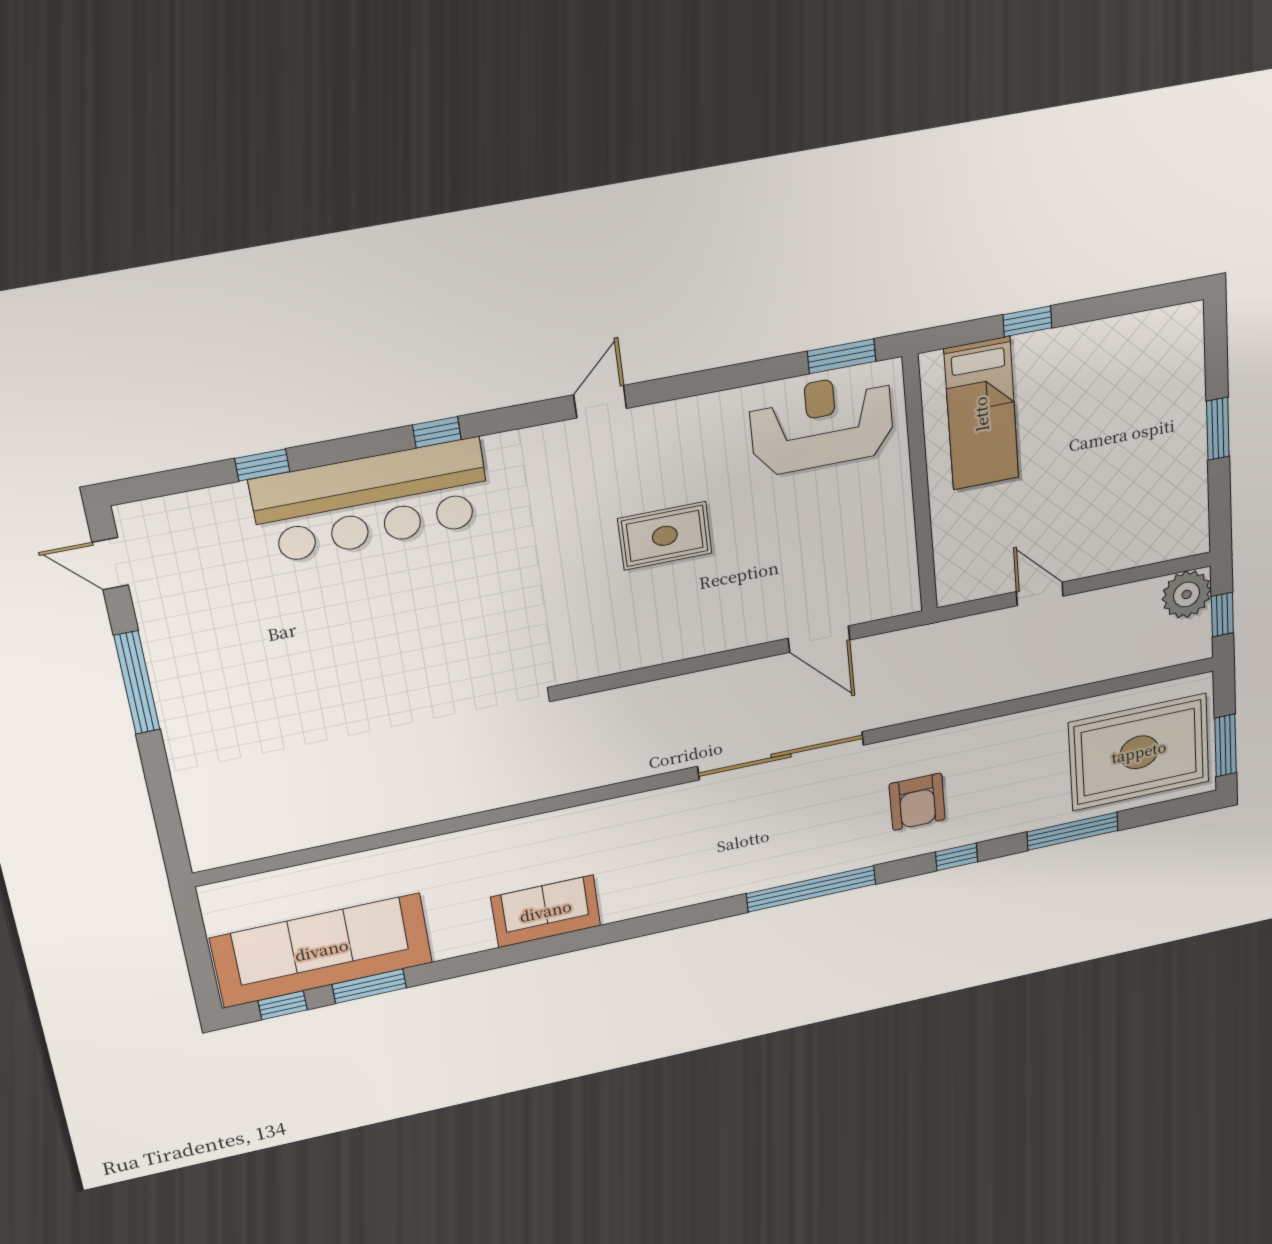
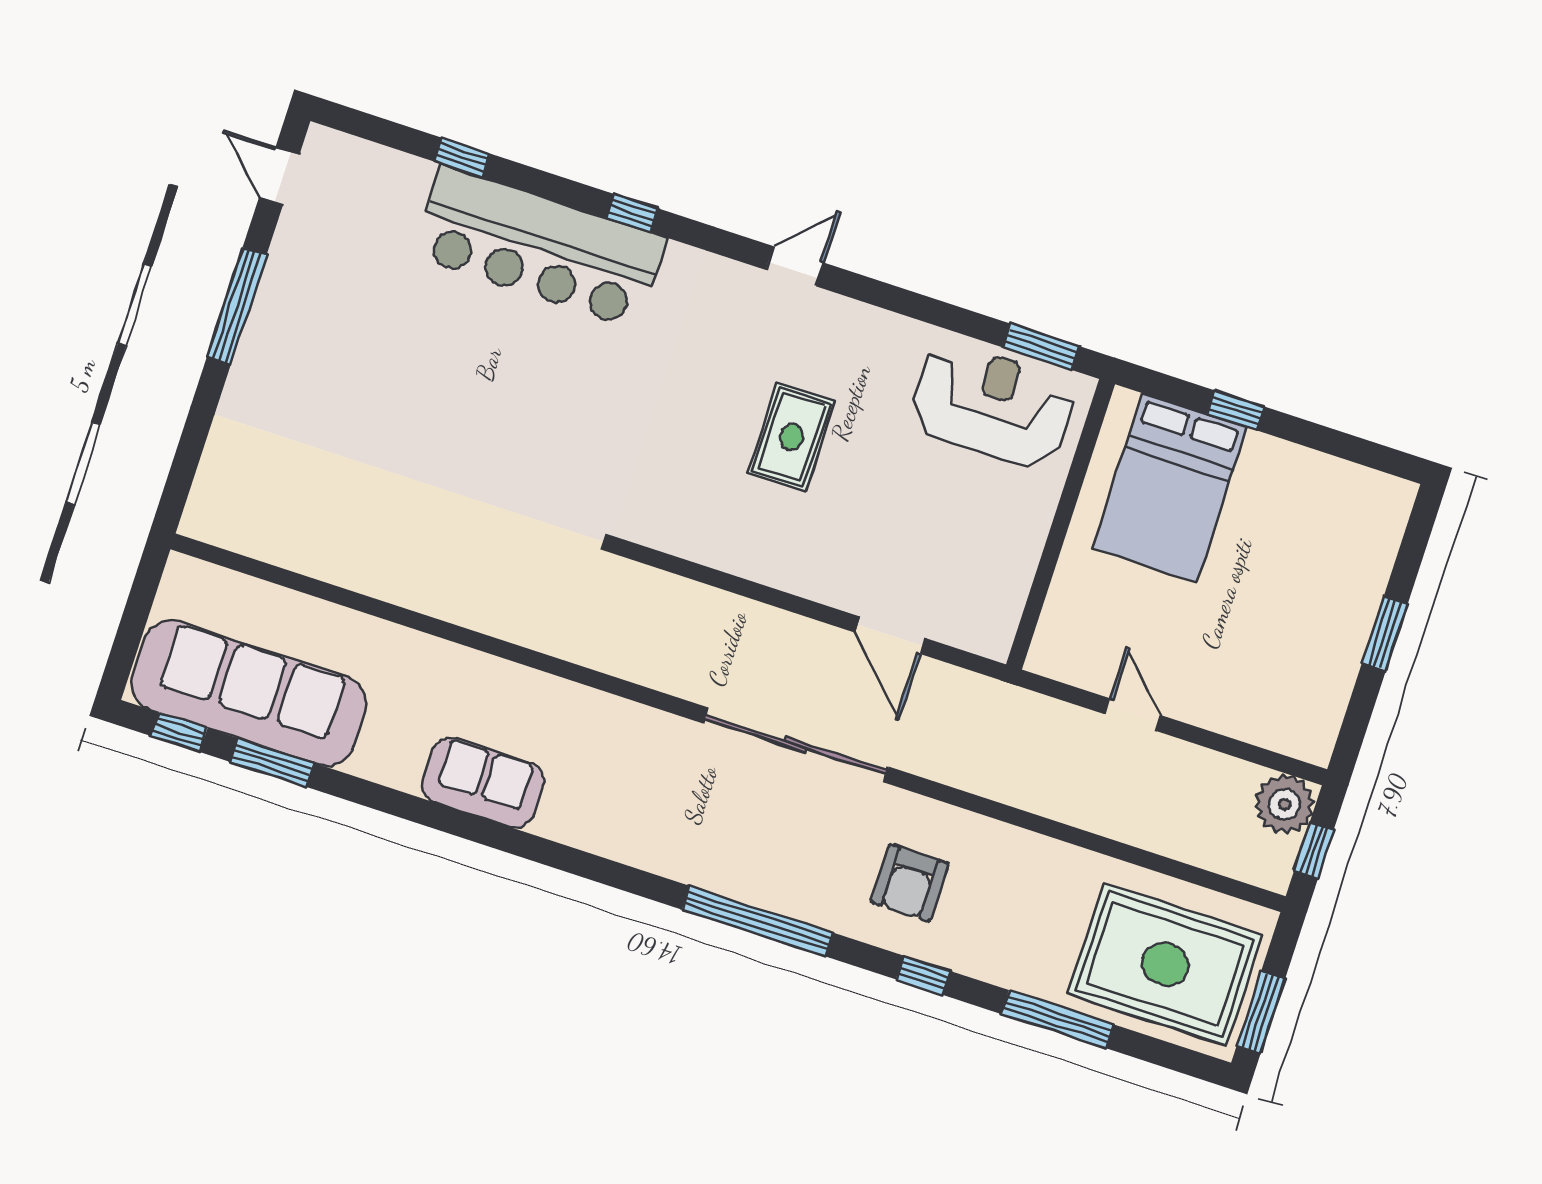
bed: (981, 414) -> (1170, 488), width x1.50
rug: (665, 536) -> (791, 437), turned 90

